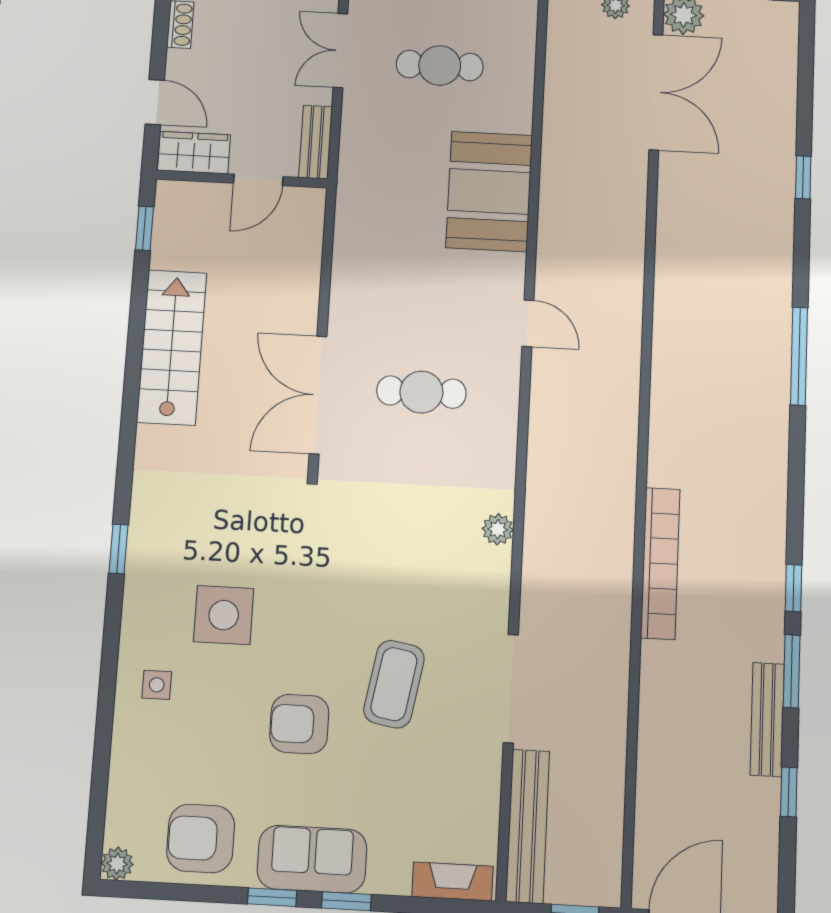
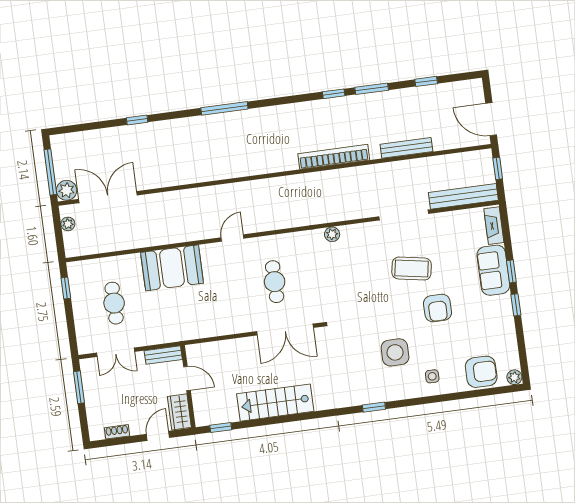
bench: (767, 719) -> (406, 148), moved
armchair: (201, 838) -> (481, 372), moved, turned -90
sofa: (312, 859) -> (493, 270), moved

